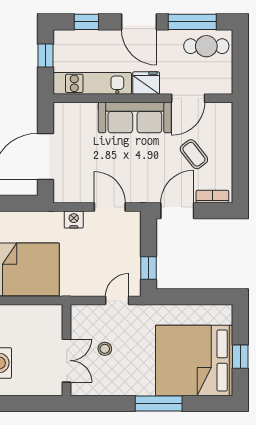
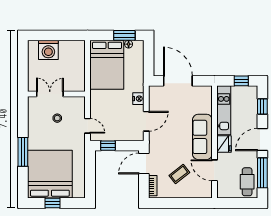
door: (177, 211) -> (144, 164), swing flipped
double door: (67, 361) -> (50, 94), swing flipped

